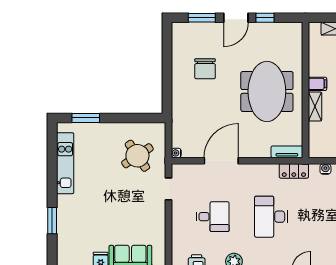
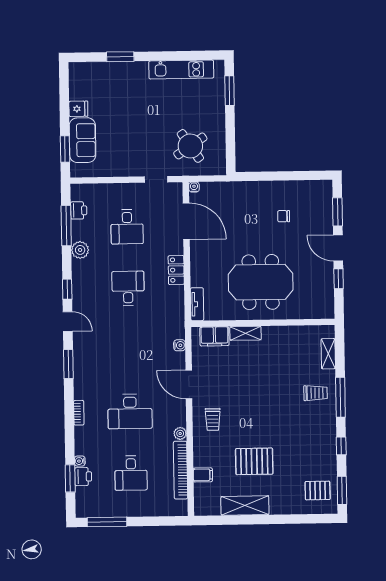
chair: (205, 69) -> (284, 216), width x0.54, depth x0.54
filing cabinet: (317, 84) -> (214, 336), moved, width x2.00
door: (221, 161) -> (186, 221), moved
locker: (294, 171) -> (176, 270), moved
desk: (271, 217) -> (128, 288), width x0.73

